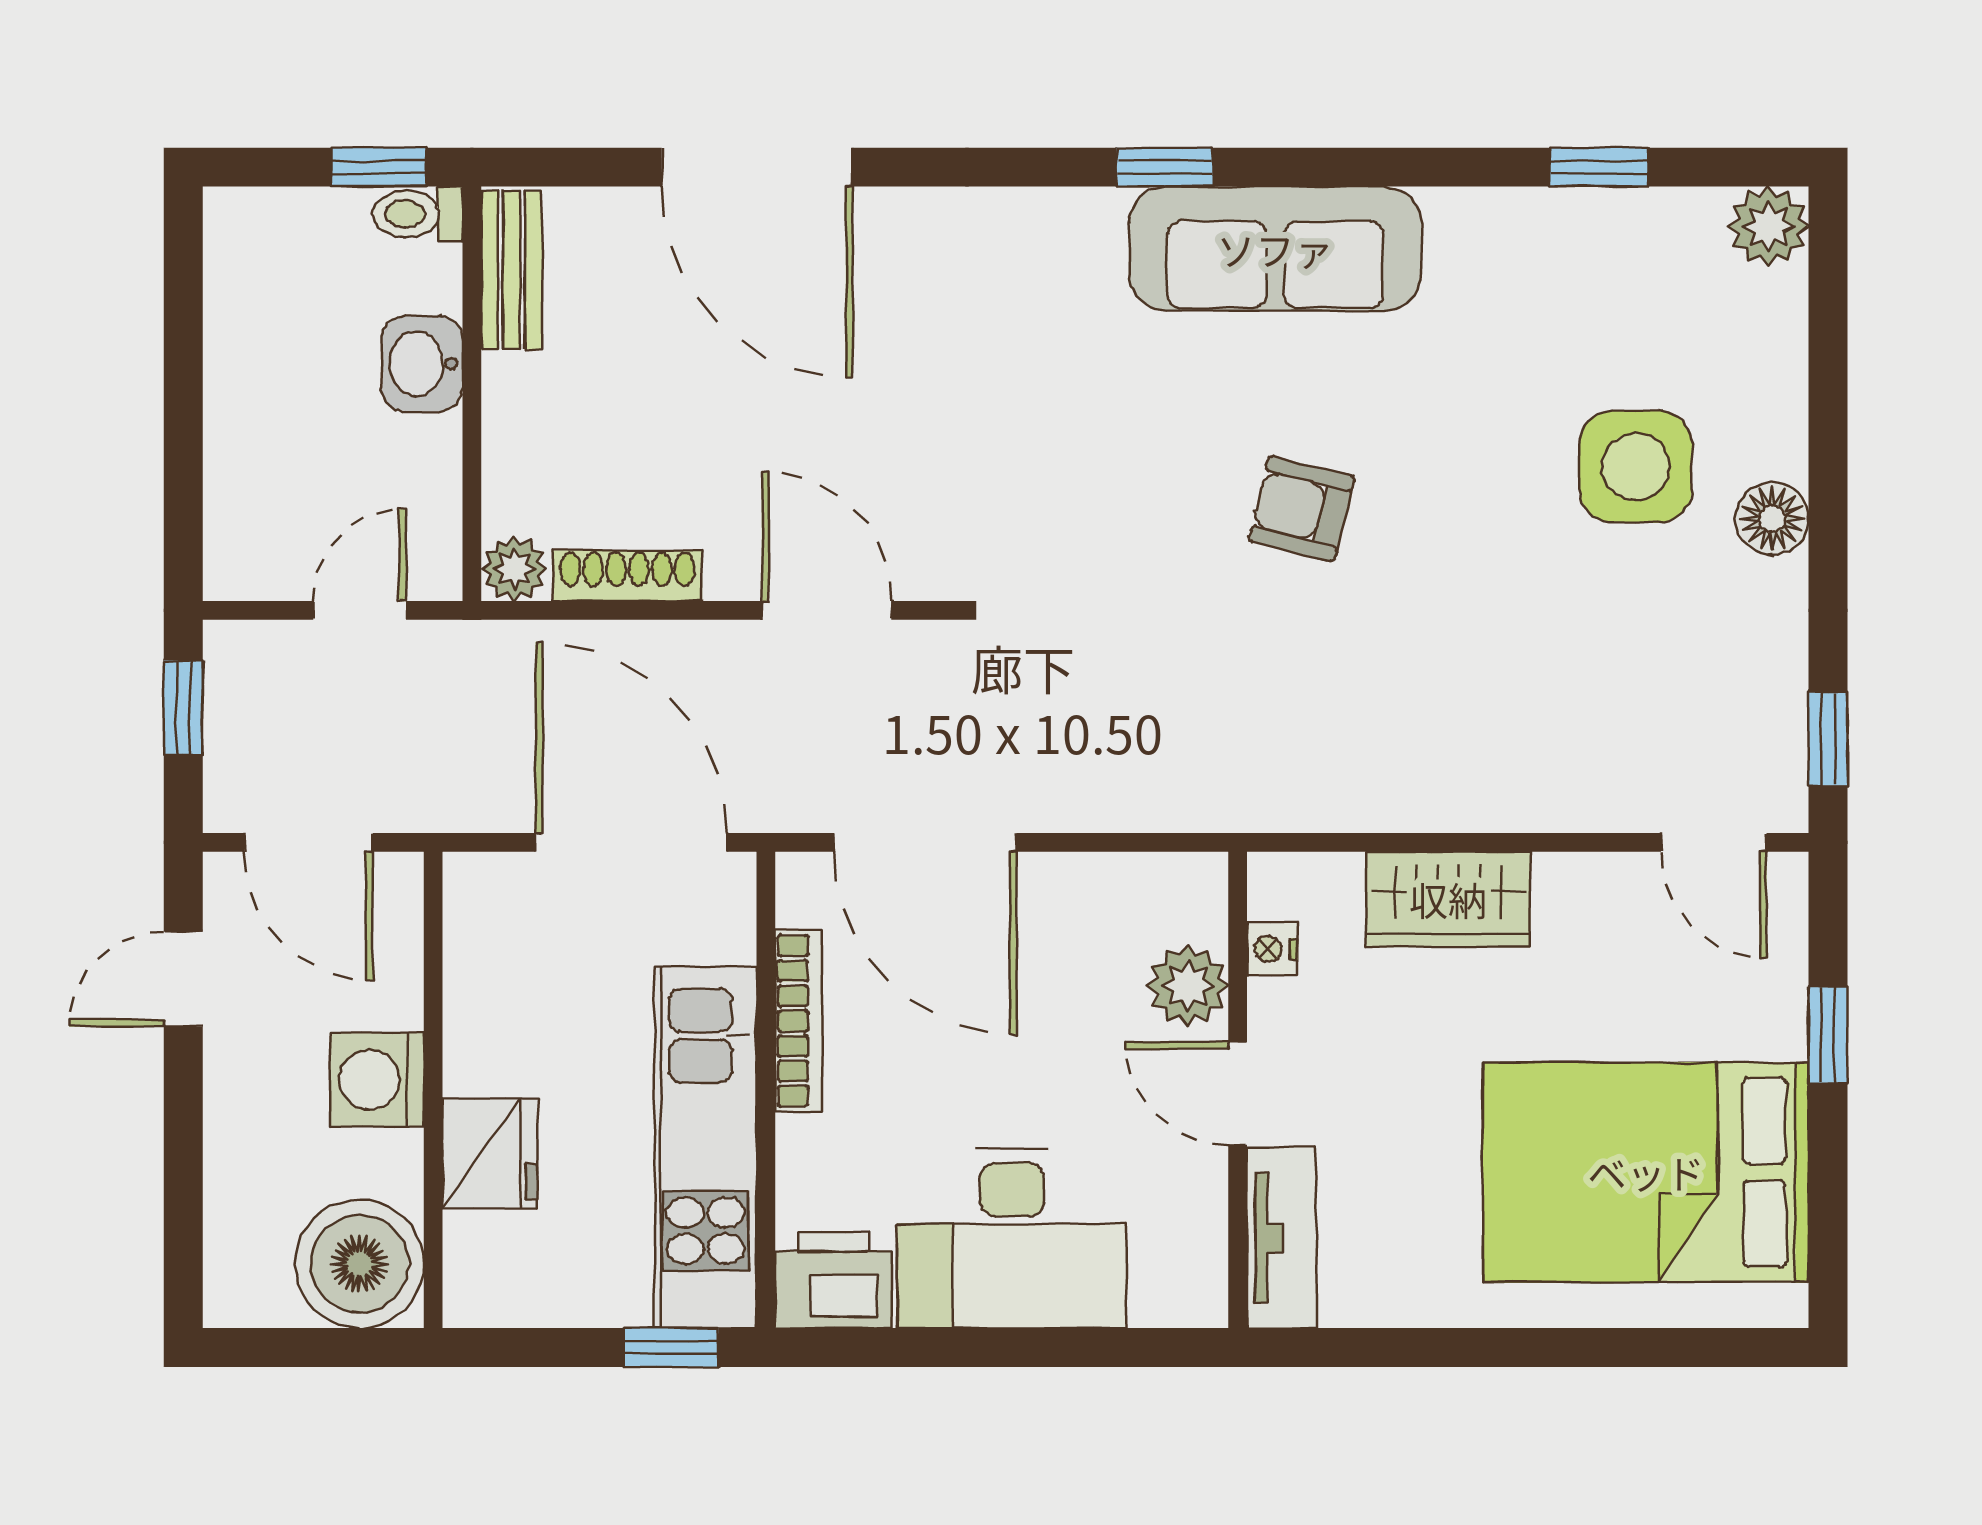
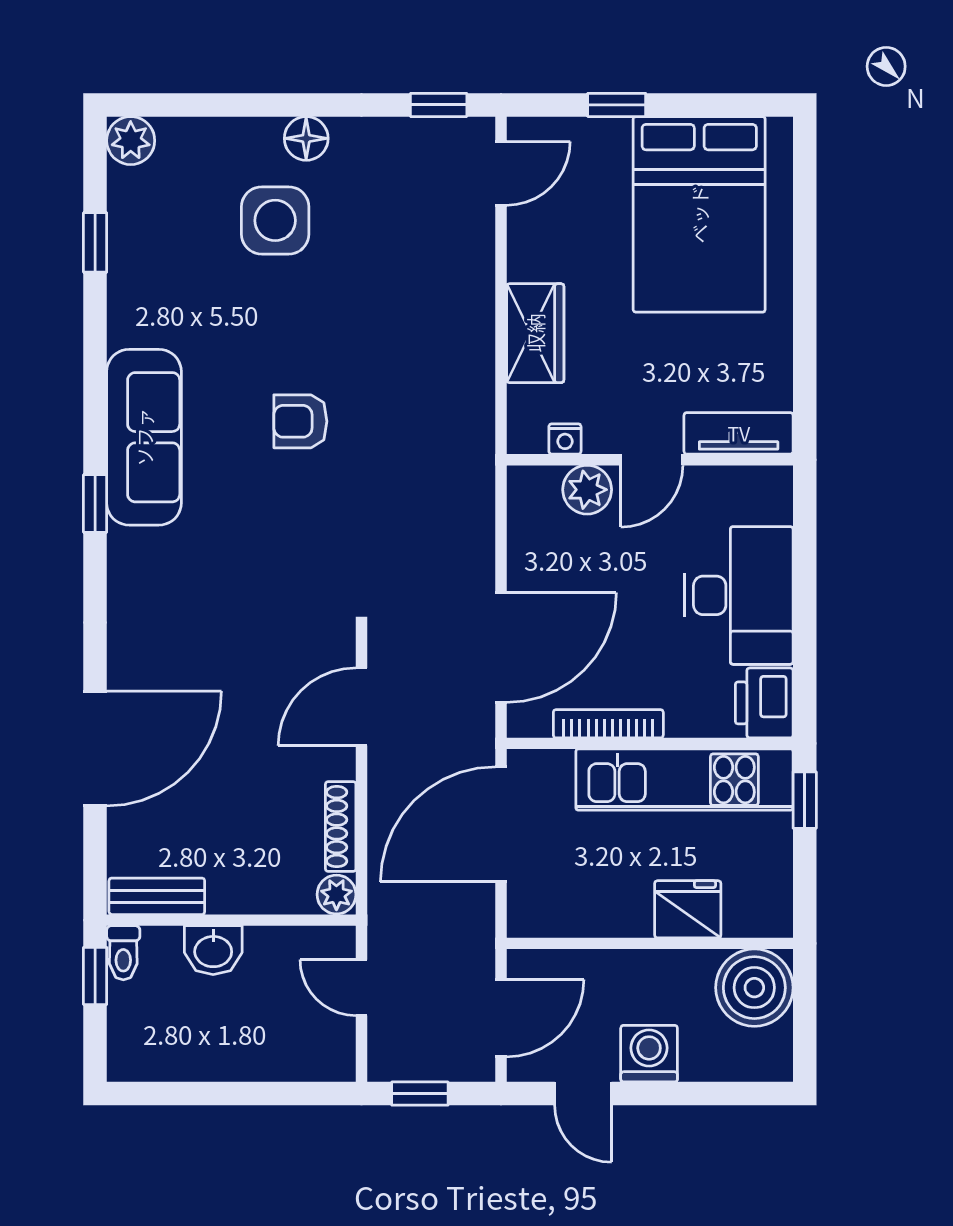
armchair: (1302, 509) -> (300, 421), turned 76
washing machine: (377, 1080) -> (649, 1054), moved, turned 180

